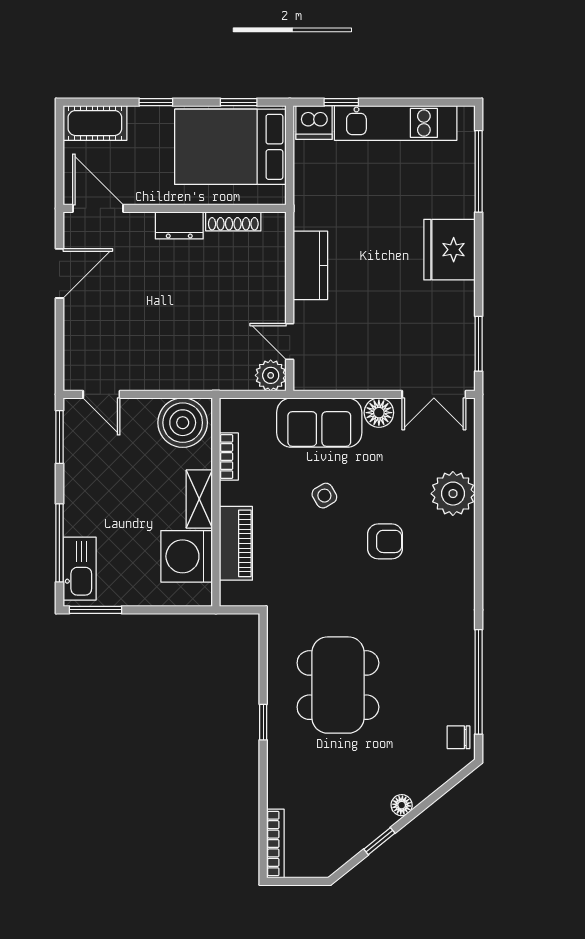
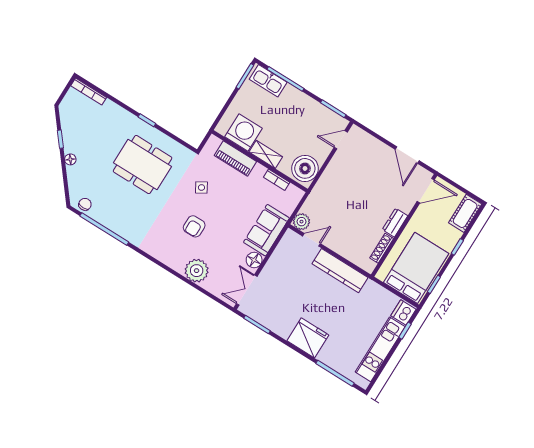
kitchen counter: (310, 265) -> (340, 271), width x1.50
side table: (324, 496) -> (201, 187), moved

